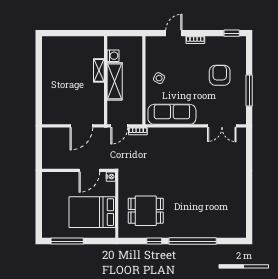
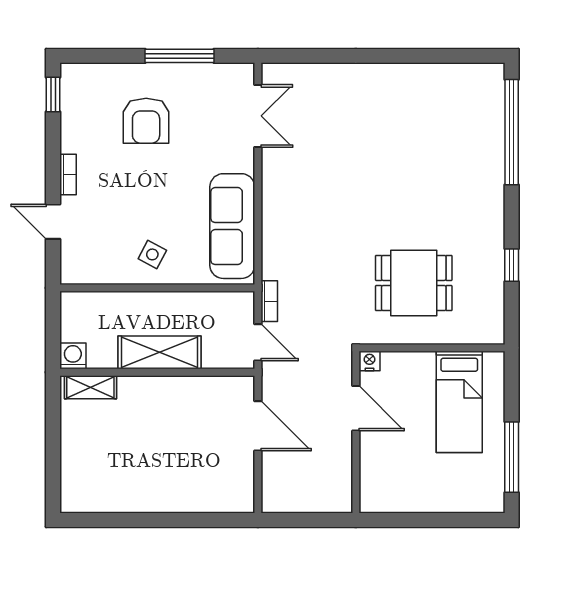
washing machine: (113, 56) -> (73, 356), moved
shelving: (99, 70) -> (90, 387), moved
armchair: (220, 75) -> (146, 121), turned -90
dining table: (146, 211) -> (414, 283), moved, turned 90
bed: (92, 212) -> (459, 402), width x0.67
window: (193, 241) -> (512, 132), moved

